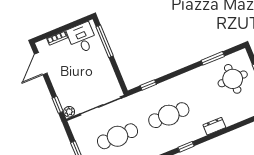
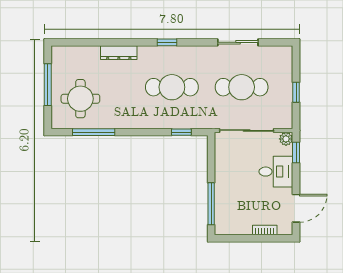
desk: (82, 38) -> (276, 172), moved, turned -90
window: (213, 58) -> (94, 132), width x1.44
dresser: (214, 126) -> (119, 53), width x1.44

